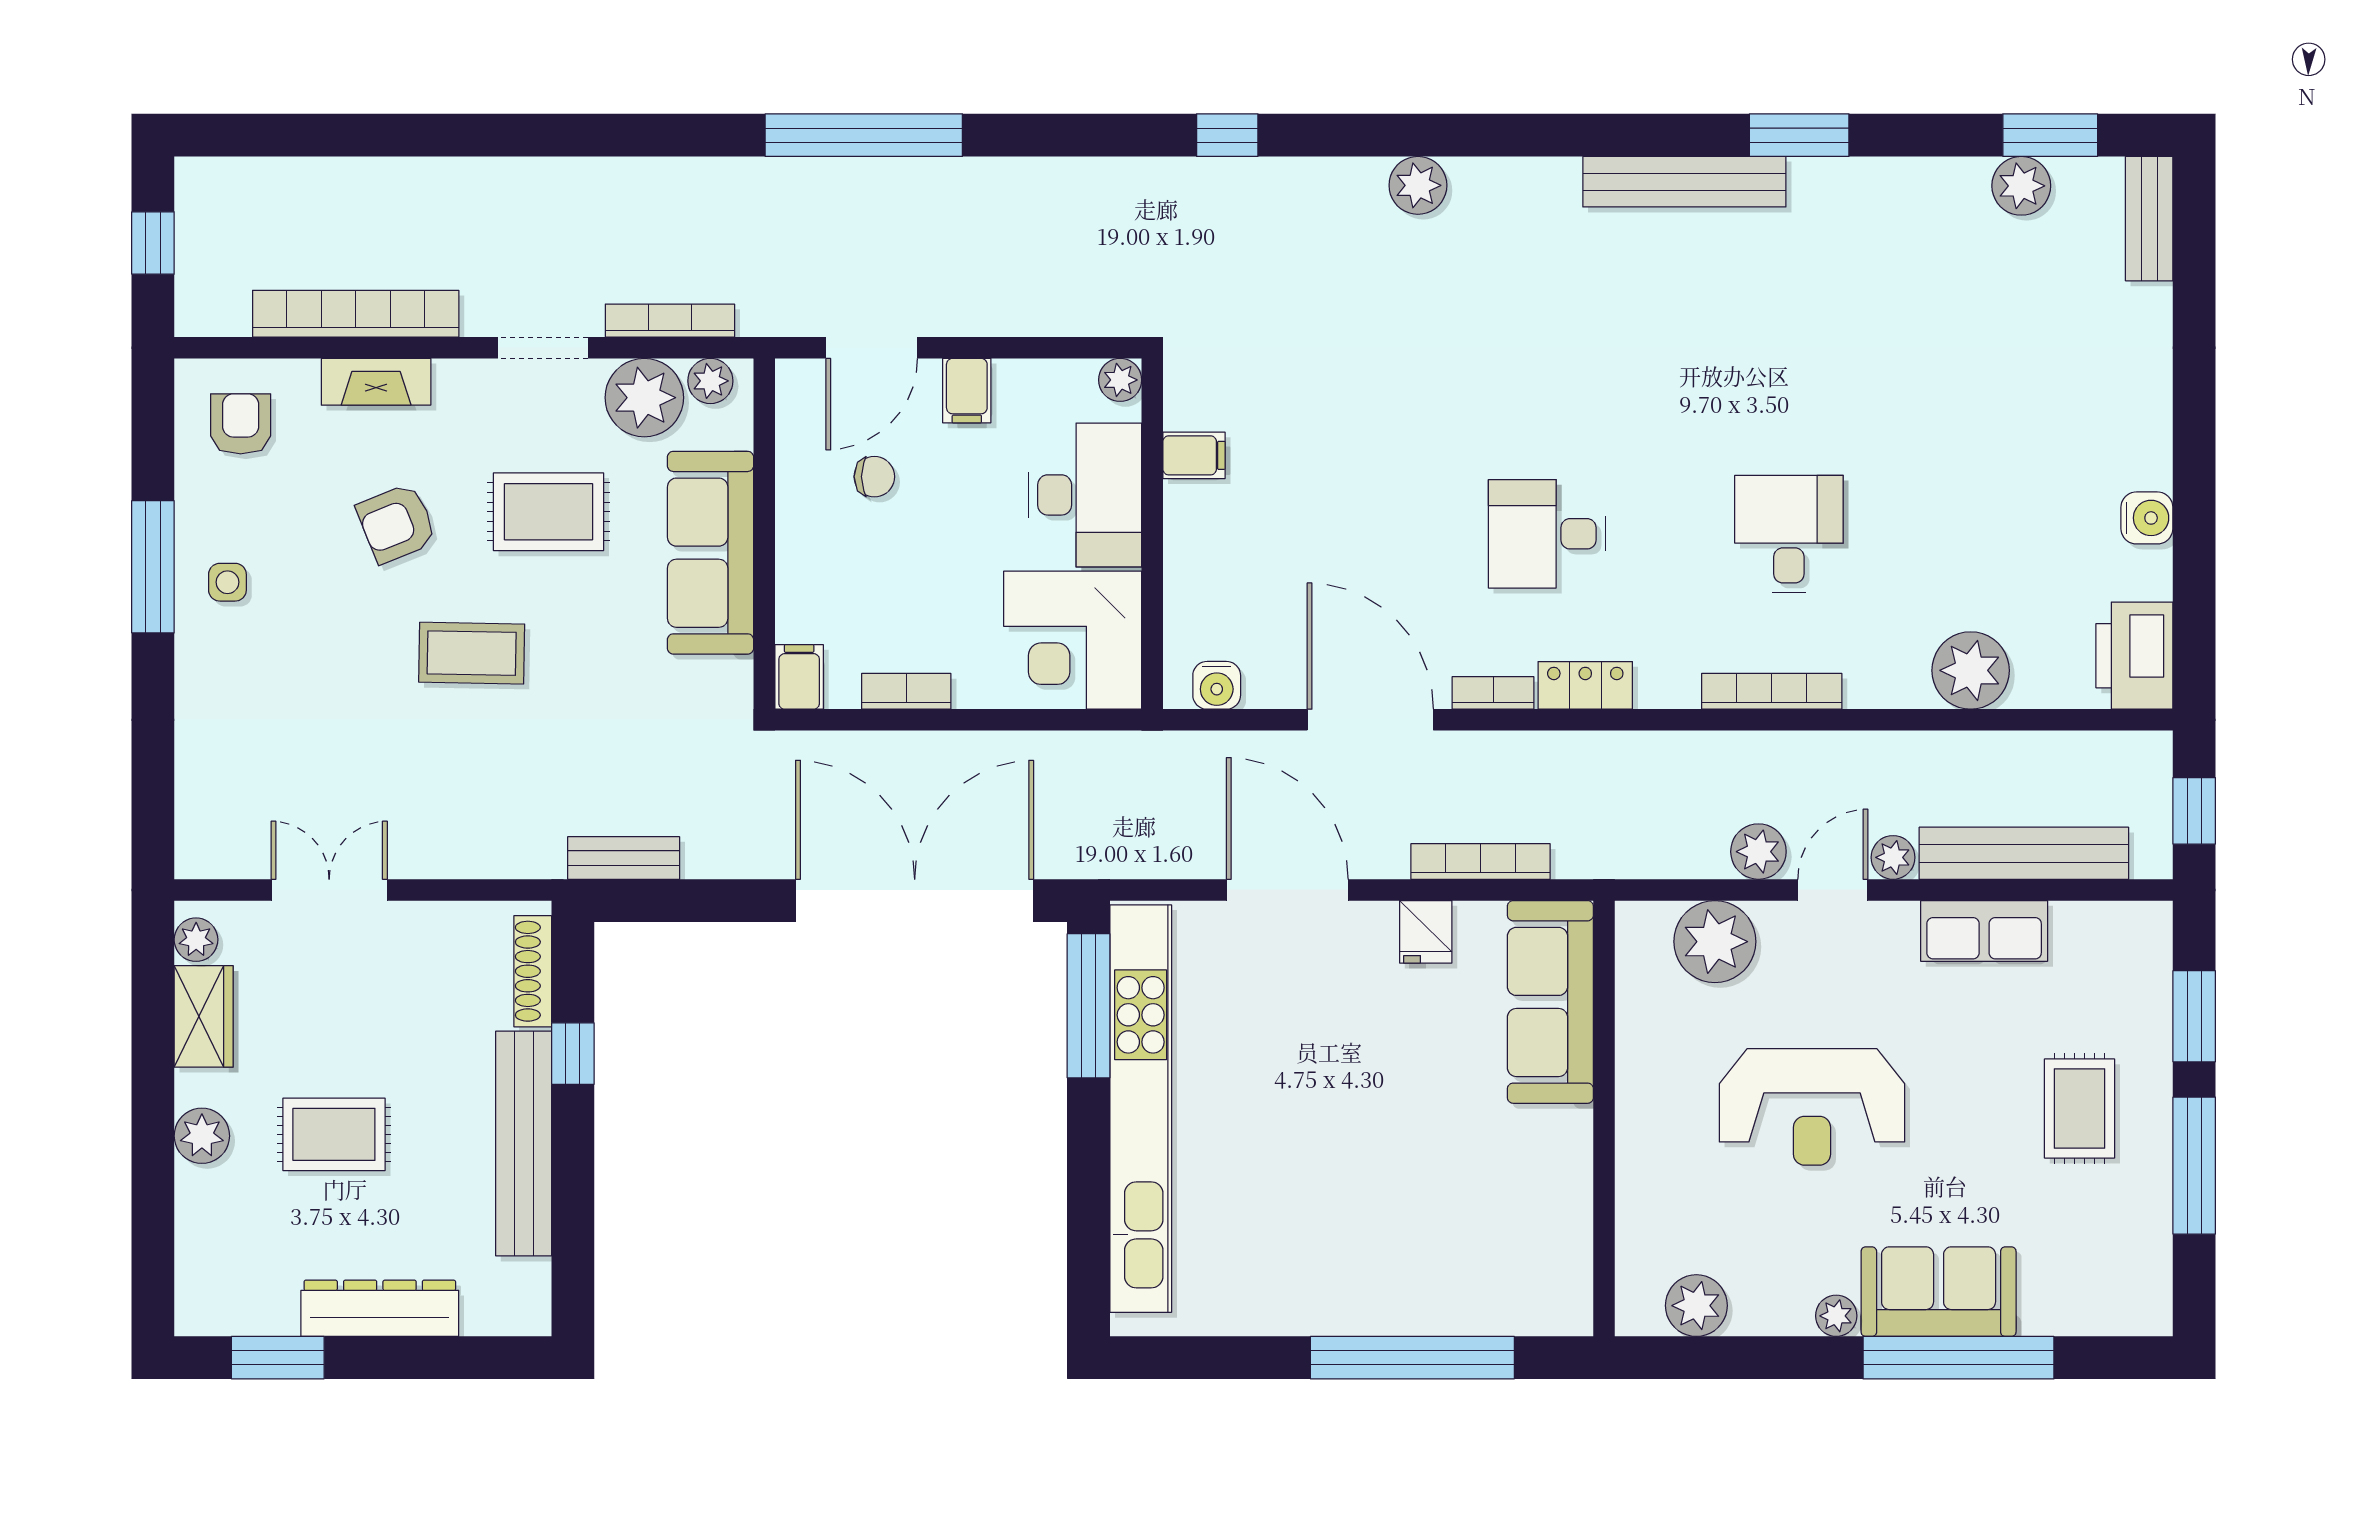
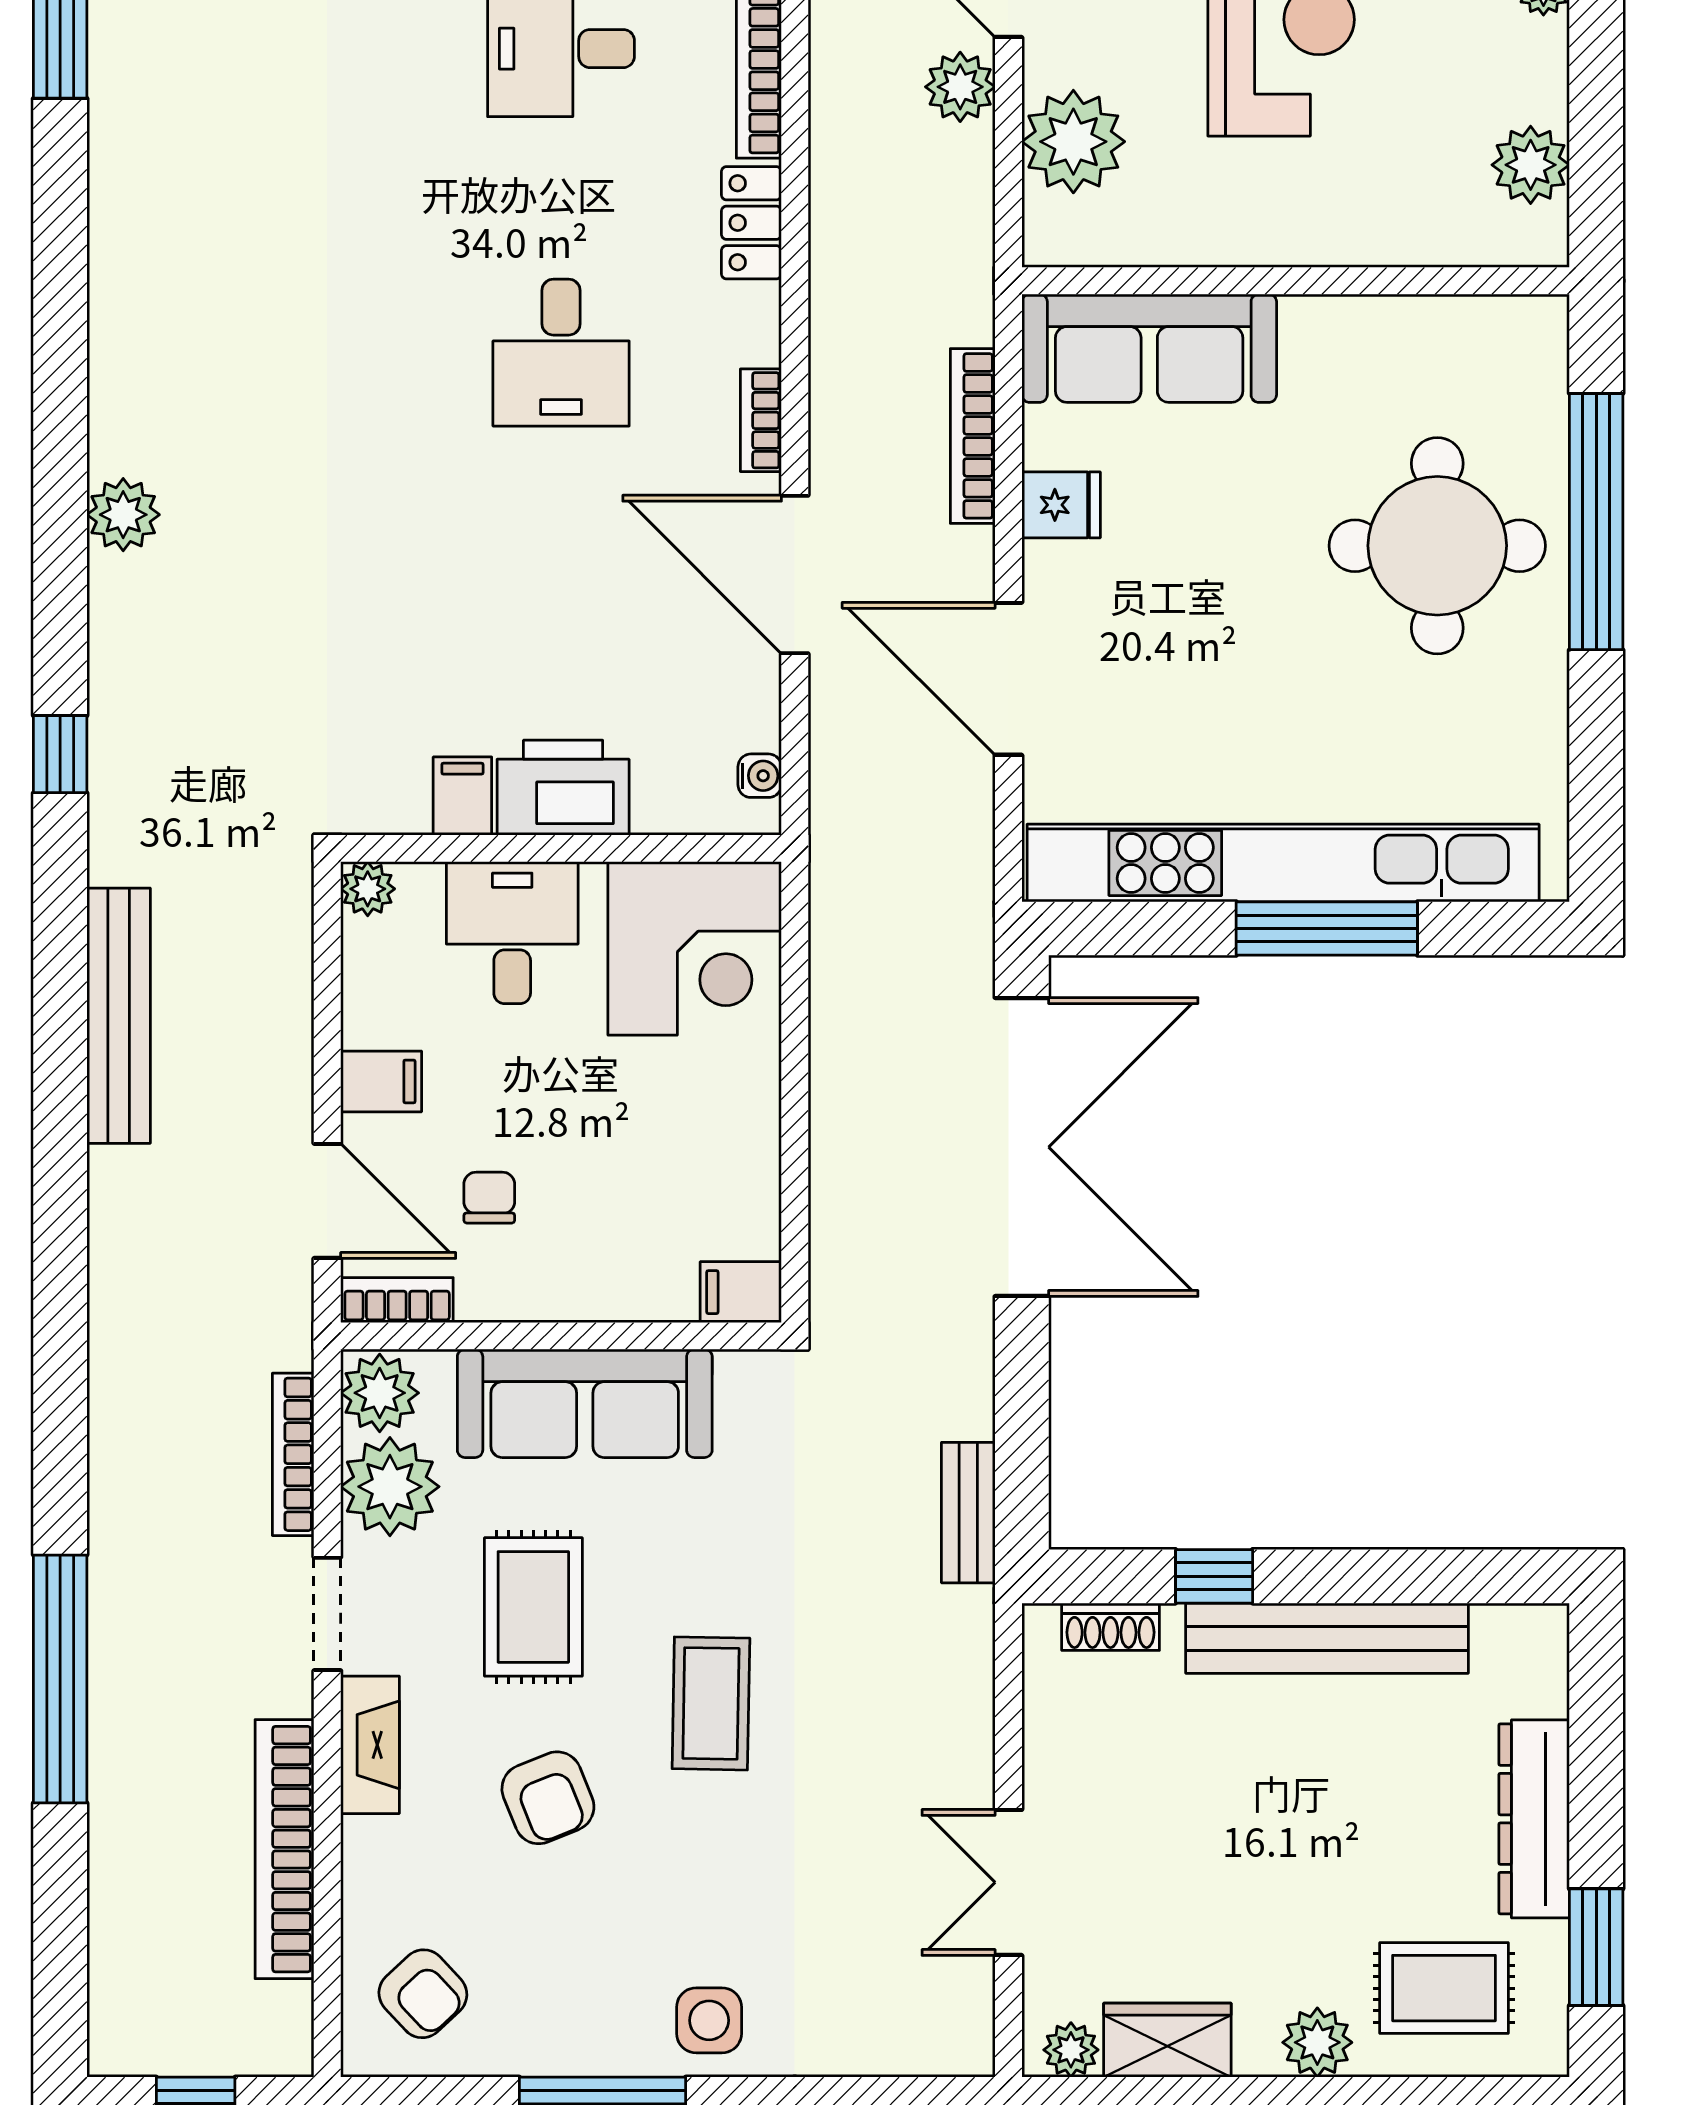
window: (864, 135) -> (60, 1679), moved
bench: (1684, 182) -> (119, 1016), moved
plant: (710, 381) -> (380, 1393), width x1.38, depth x1.38
fireplace: (376, 382) -> (370, 1745), moved
armchair: (241, 424) -> (423, 1994), turned -133
desk: (1085, 495) -> (512, 933), width x0.73
printer: (1201, 535) -> (563, 788), added
side table: (227, 582) -> (709, 2020), moved, width x1.37, depth x1.37
water cooler: (1217, 685) -> (760, 776), width x0.72, depth x0.72
locker: (1585, 685) -> (751, 223), moved
bookcase: (906, 691) -> (397, 1300), moved, turned 90
door: (1370, 720) -> (795, 575), hinge flipped
door: (1287, 890) -> (1008, 679), hinge flipped
double door: (915, 901) -> (1022, 1147), swing flipped
shoe rack: (533, 971) -> (1111, 1627), width x0.70
window: (1089, 1006) -> (1327, 929), moved
rug: (334, 1134) -> (1444, 1988), moved, turned 90
round table: (1393, 1231) -> (1437, 546), added

